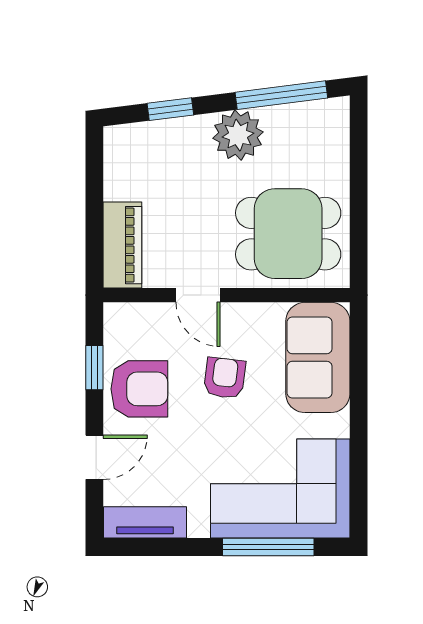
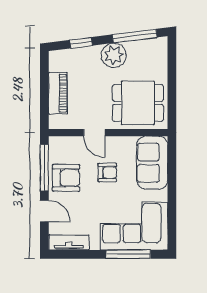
piano: (122, 245) -> (58, 93), moved
window: (94, 368) -> (44, 168), width x2.17
armchair: (225, 378) -> (107, 173), turned 83
door: (94, 457) -> (44, 211), hinge flipped

